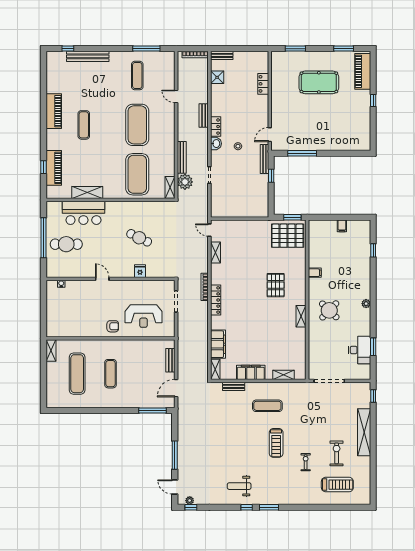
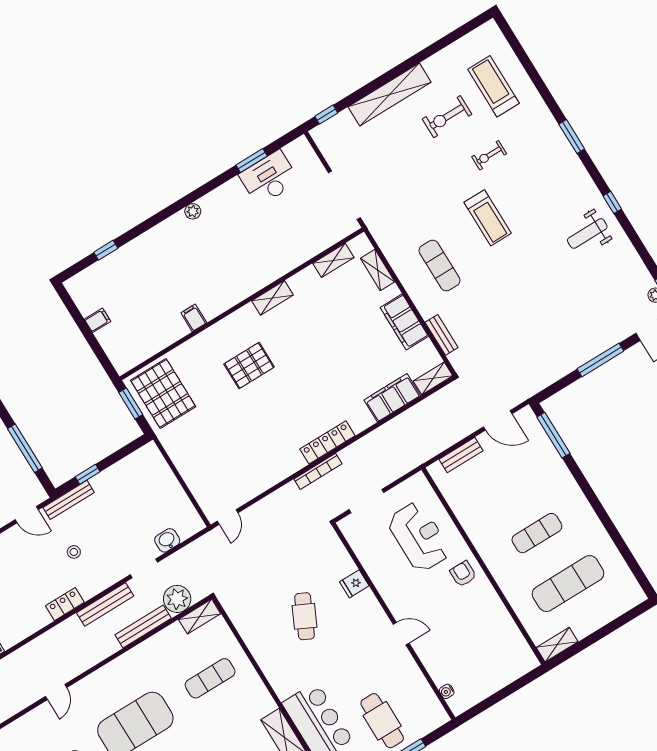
bench: (204, 116) -> (105, 604), moved, width x1.36
washbasin: (216, 144) -> (167, 540), moved
exercise mat: (137, 174) -> (210, 678), width x0.50, depth x0.69
shelving: (215, 253) -> (333, 260), moved
door: (102, 279) -> (401, 634), swing flipped
round table: (329, 310) -> (237, 261), removed
treadmill: (276, 443) -> (488, 218), turned 90
weight bench: (239, 486) -> (587, 234), turned 90
window: (269, 507) -> (572, 137), moved

